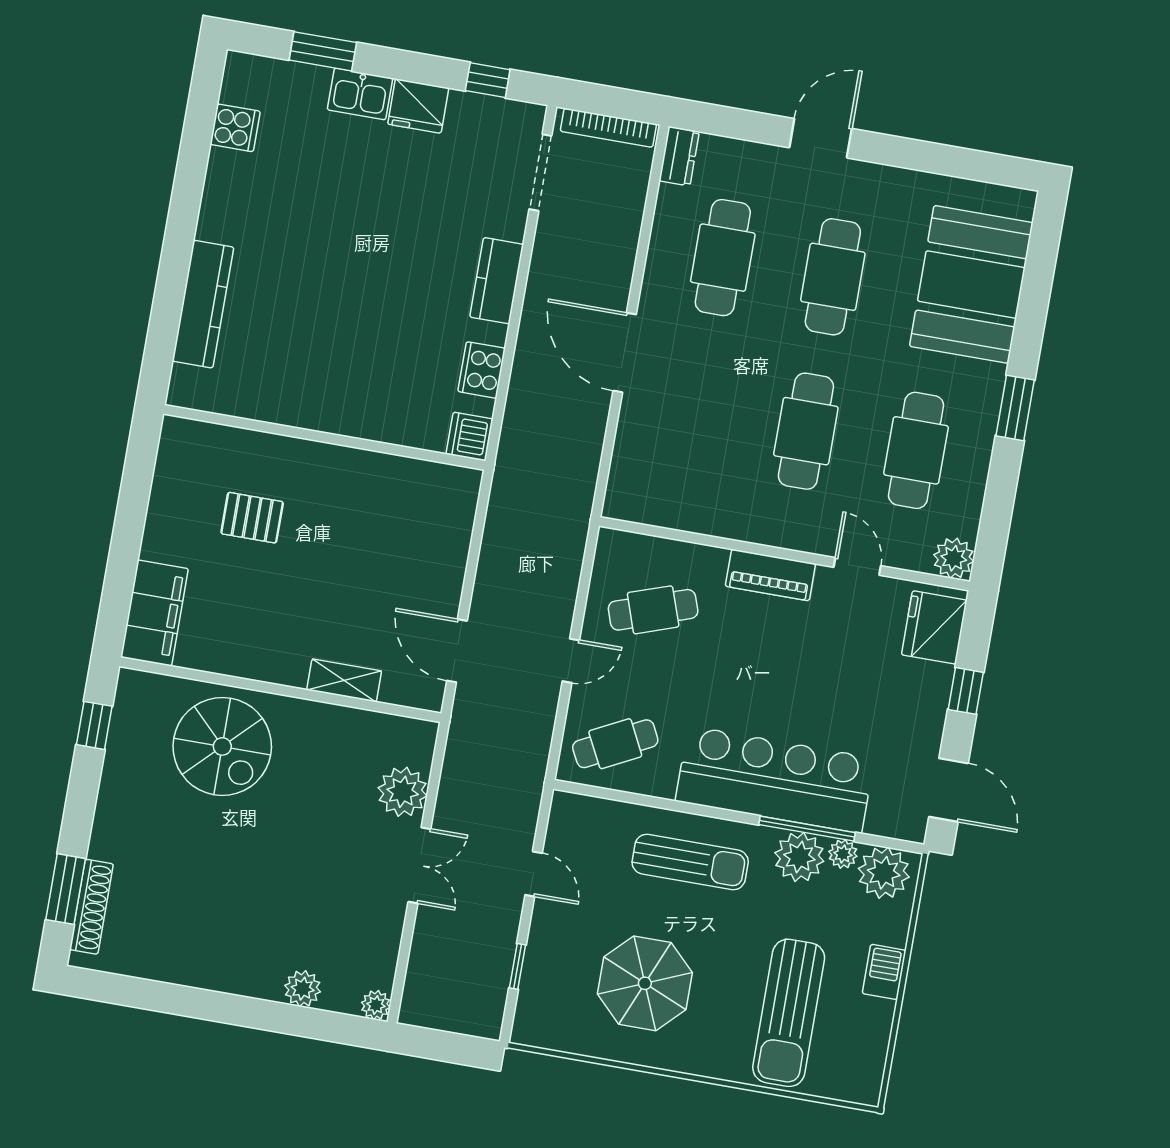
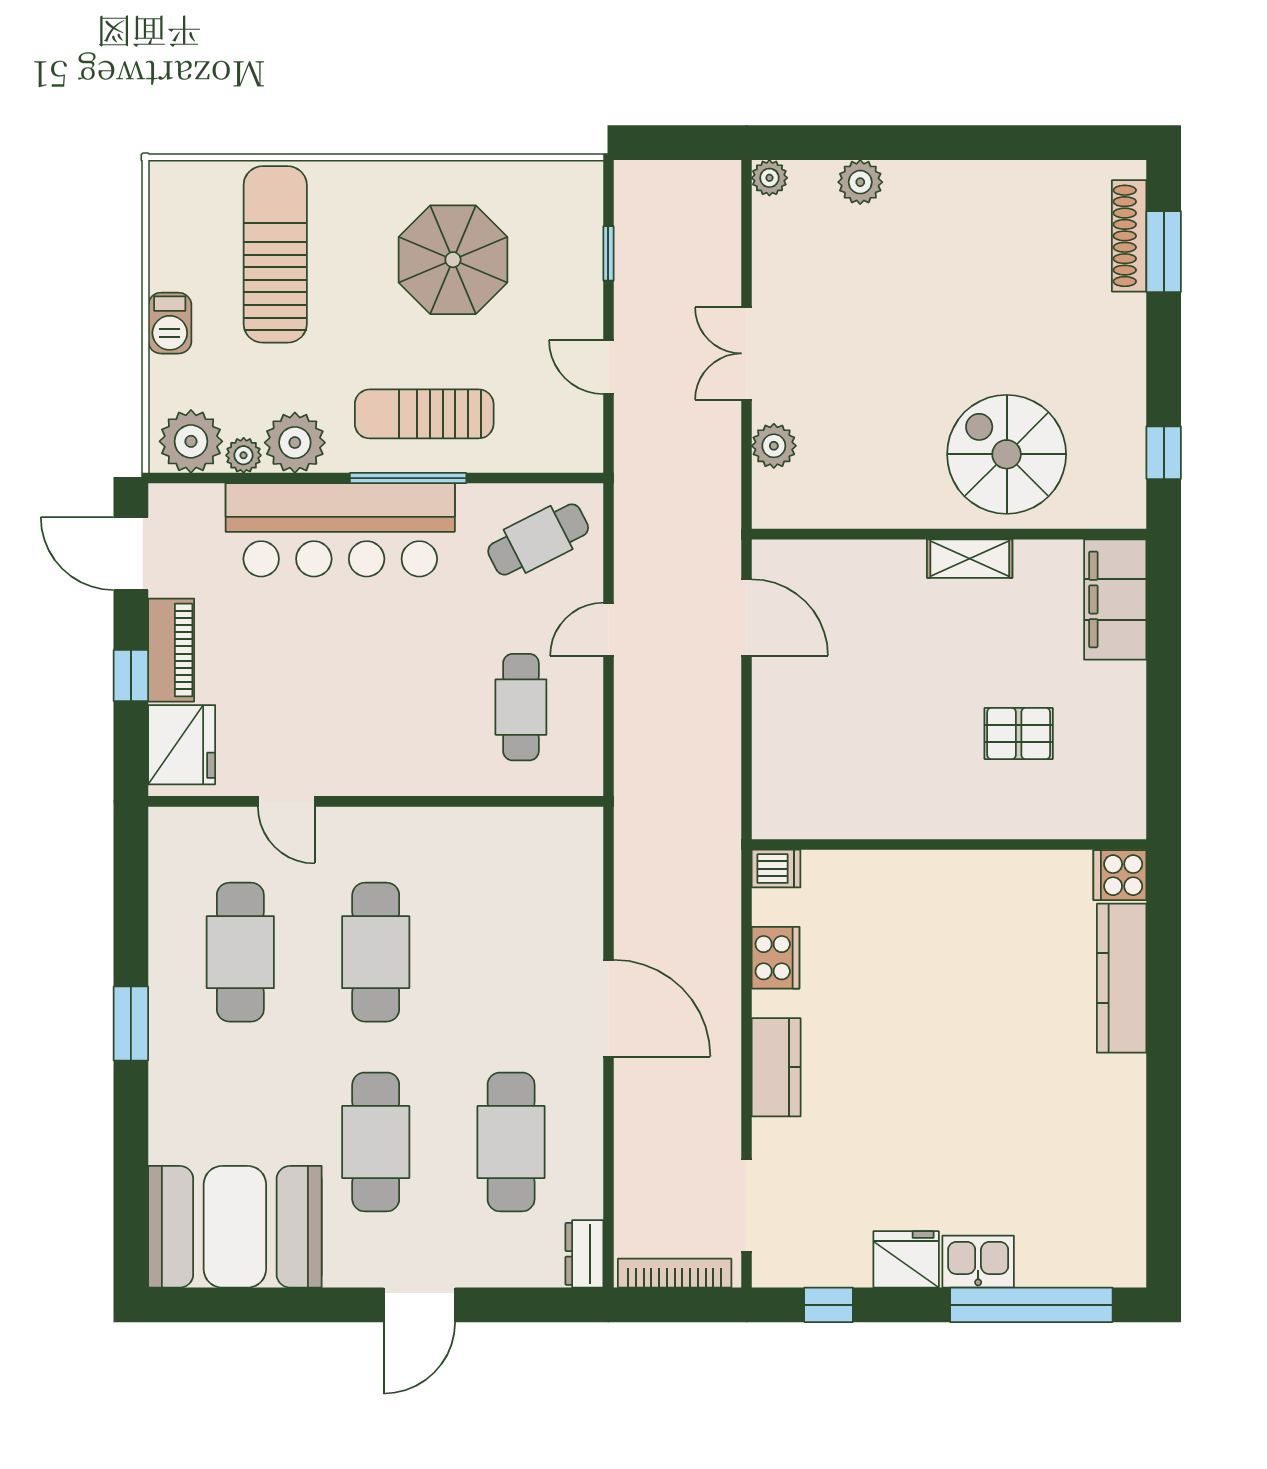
window: (323, 51) -> (1031, 1305), width x2.11
cooker: (235, 128) -> (1120, 875), moved
booth: (971, 284) -> (235, 1227), moved, turned 90
dishwasher: (470, 436) -> (776, 869), width x0.73
plant: (954, 558) -> (173, 831), removed
piano: (770, 575) -> (171, 650), moved, turned 90
cafe table: (653, 610) -> (521, 707), turned -71
shelving: (344, 680) -> (970, 559), moved
plant: (403, 792) -> (774, 446), width x0.73, depth x0.73
window: (807, 829) -> (408, 478), moved

